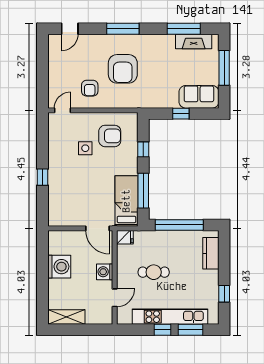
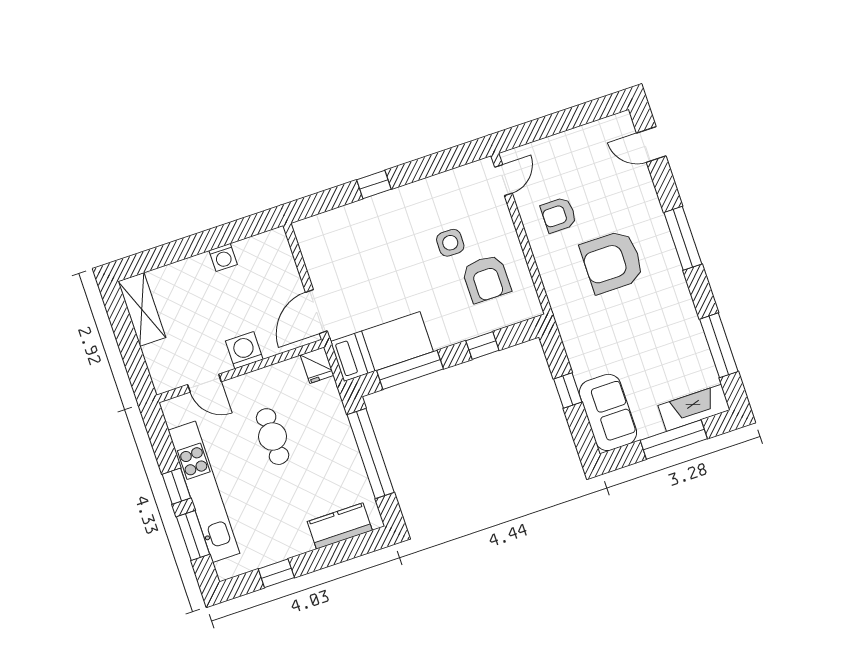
fireplace: (194, 41) -> (694, 408), moved, turned 90
door: (62, 110) -> (503, 180), hinge flipped
washing machine: (59, 267) -> (223, 257), width x0.53, depth x0.53

